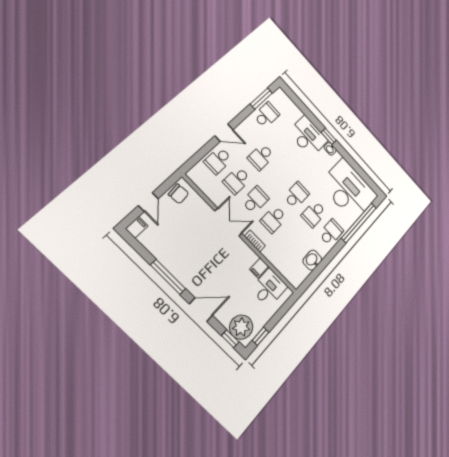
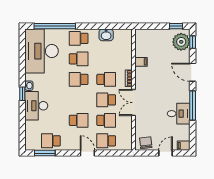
school desk: (218, 160) -> (106, 141), turned 180
desk: (269, 288) -> (179, 114), moved, turned 180

